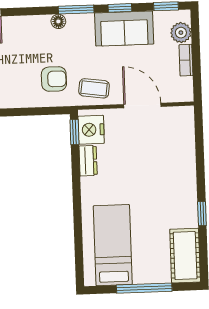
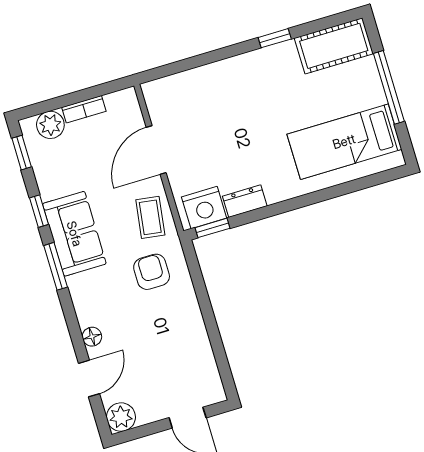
floor lamp: (58, 21) -> (92, 337), moved
sofa: (124, 28) -> (74, 234), moved

